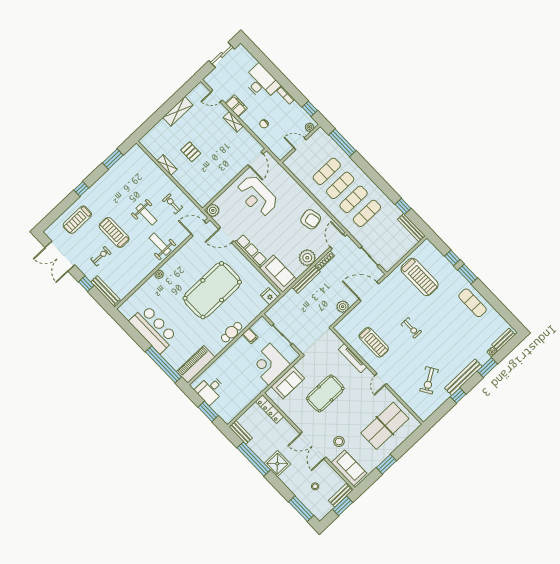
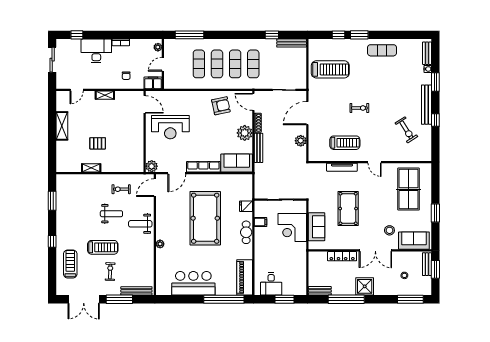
filing cabinet: (236, 106) -> (153, 83), moved
window: (310, 109) -> (77, 35), moved
treadmill: (77, 220) -> (70, 264), turned 180
treadmill: (114, 233) -> (103, 247), turned 180
window: (86, 284) -> (119, 299), width x2.17
fridge: (269, 296) -> (246, 206), moved
locker: (270, 409) -> (342, 256), moved

